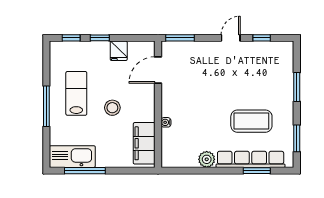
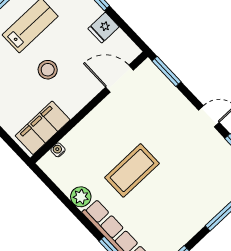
coffee table: (251, 121) -> (132, 170), moved, turned 90
water cooler: (166, 122) -> (58, 150), moved

